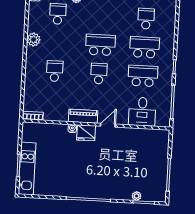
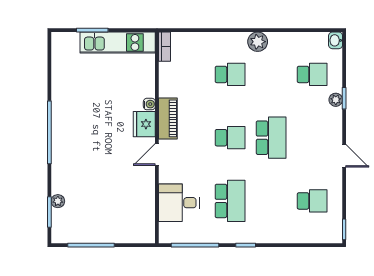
plant: (33, 40) -> (258, 42), moved
school desk: (144, 47) -> (271, 201), removed
door: (108, 125) -> (157, 155), swing flipped
kitchen unit: (27, 169) -> (118, 42), moved

